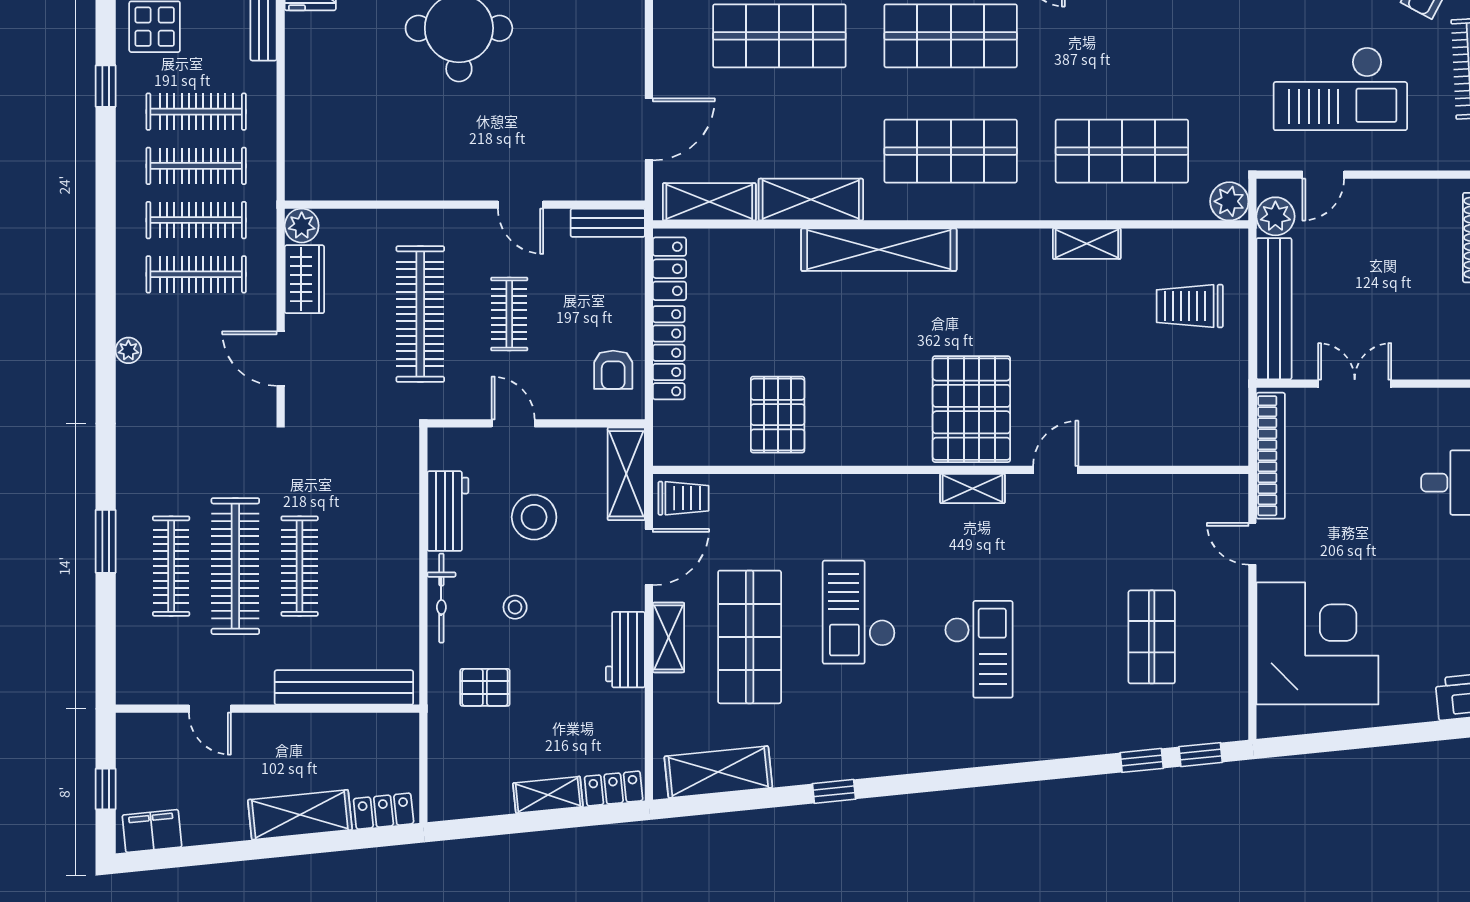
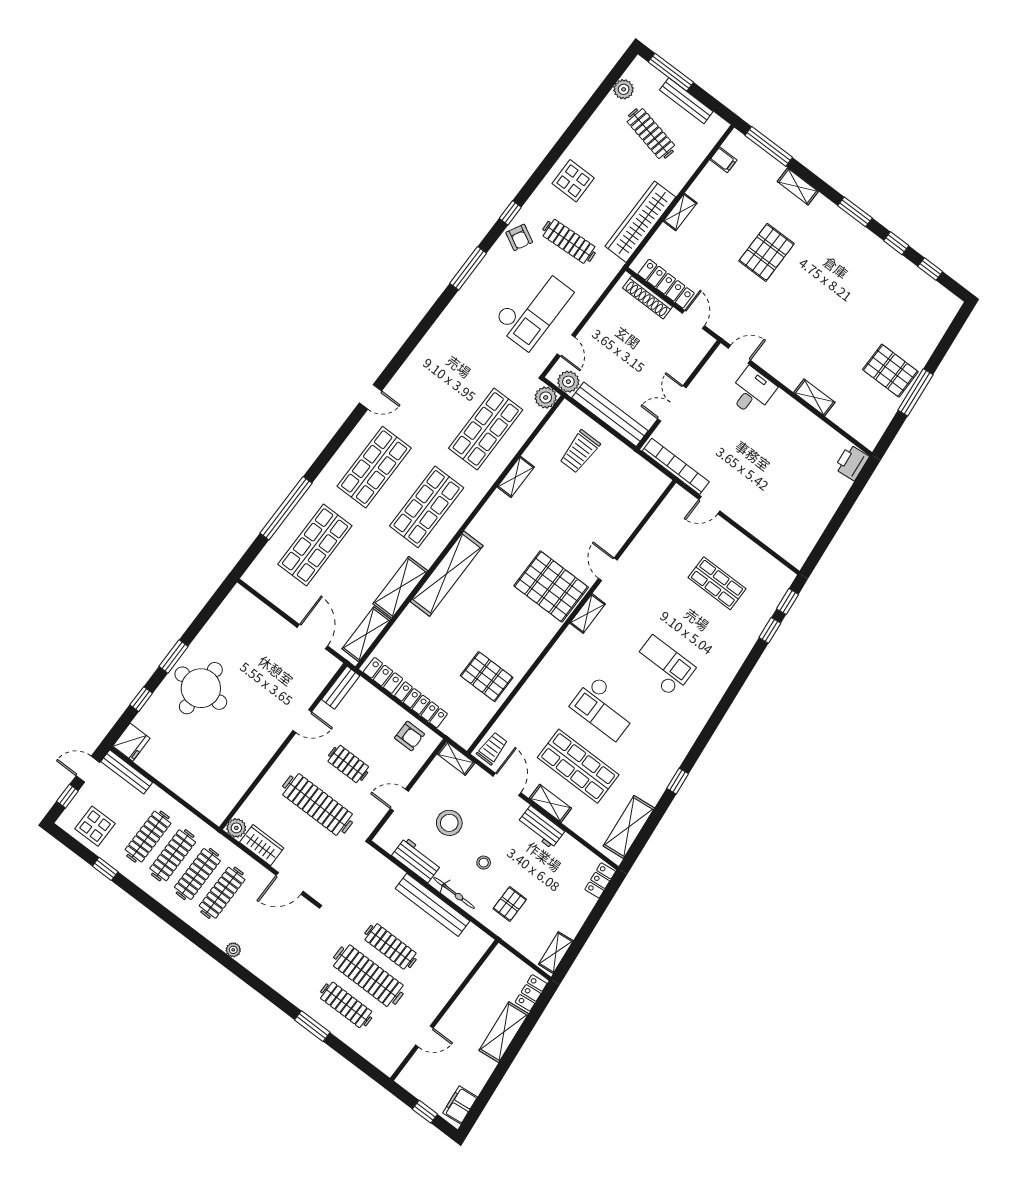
shelving: (626, 474) -> (456, 758), width x0.67, depth x0.75
corner desk: (1317, 643) -> (777, 510), removed
bench: (344, 687) -> (433, 905), moved, turned 90
shelving: (548, 795) -> (556, 953), moved

